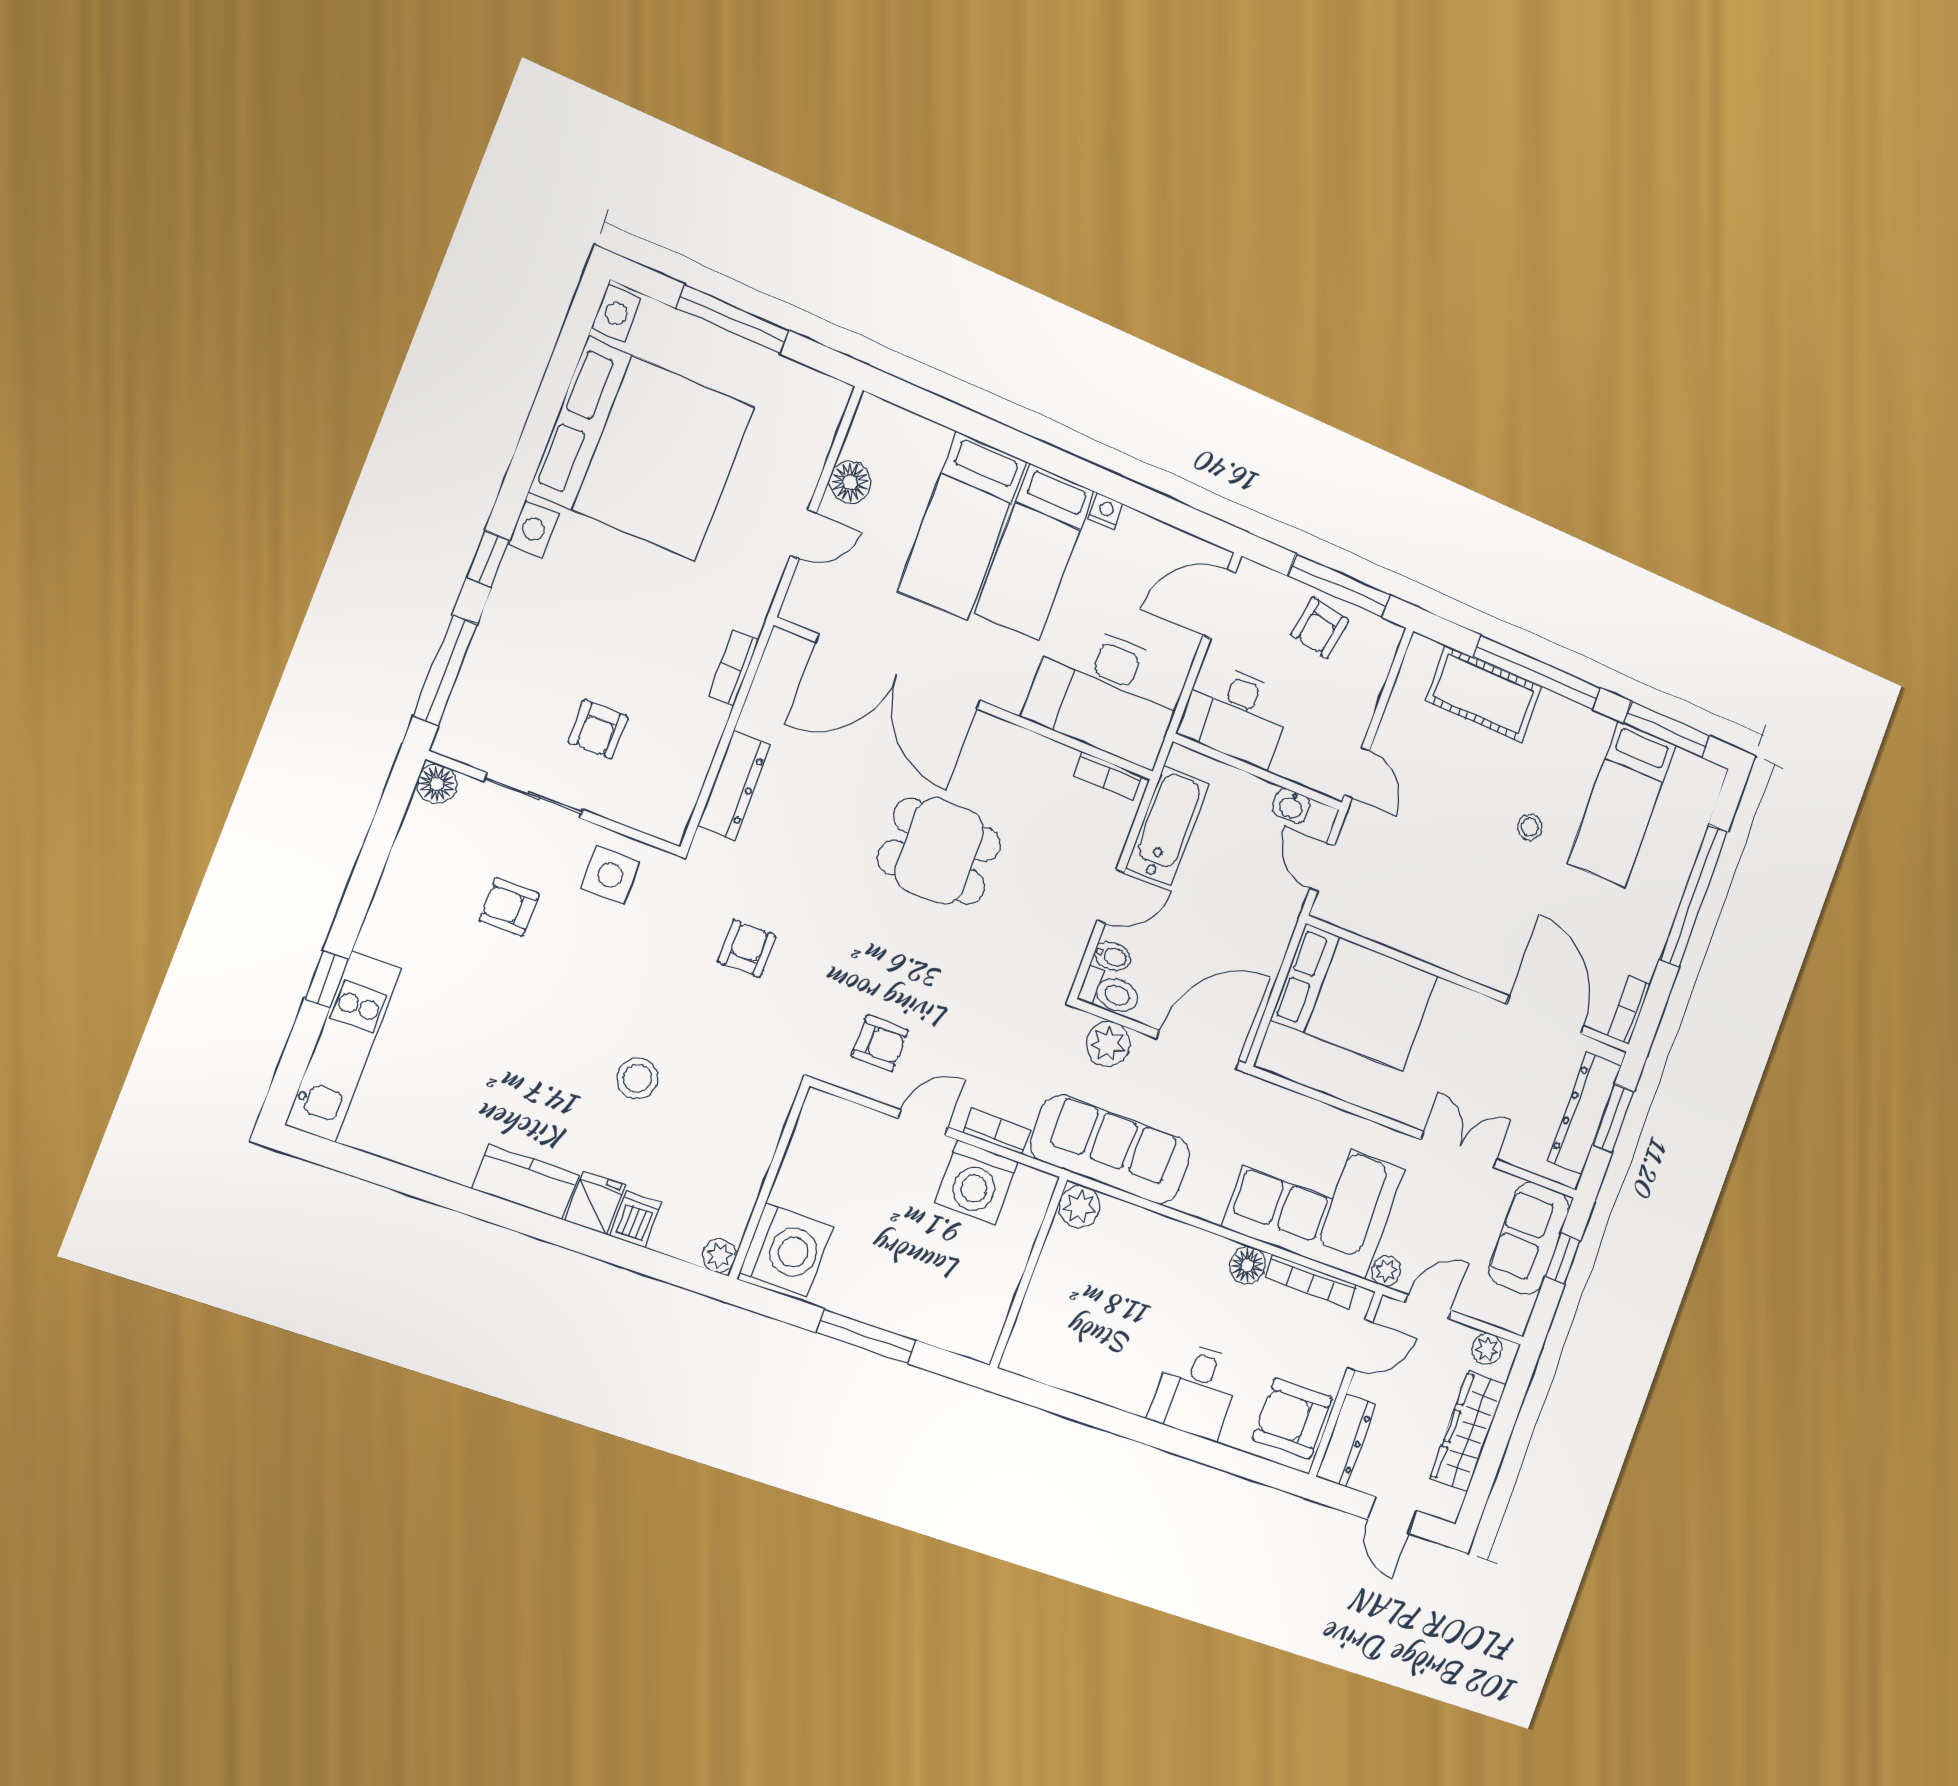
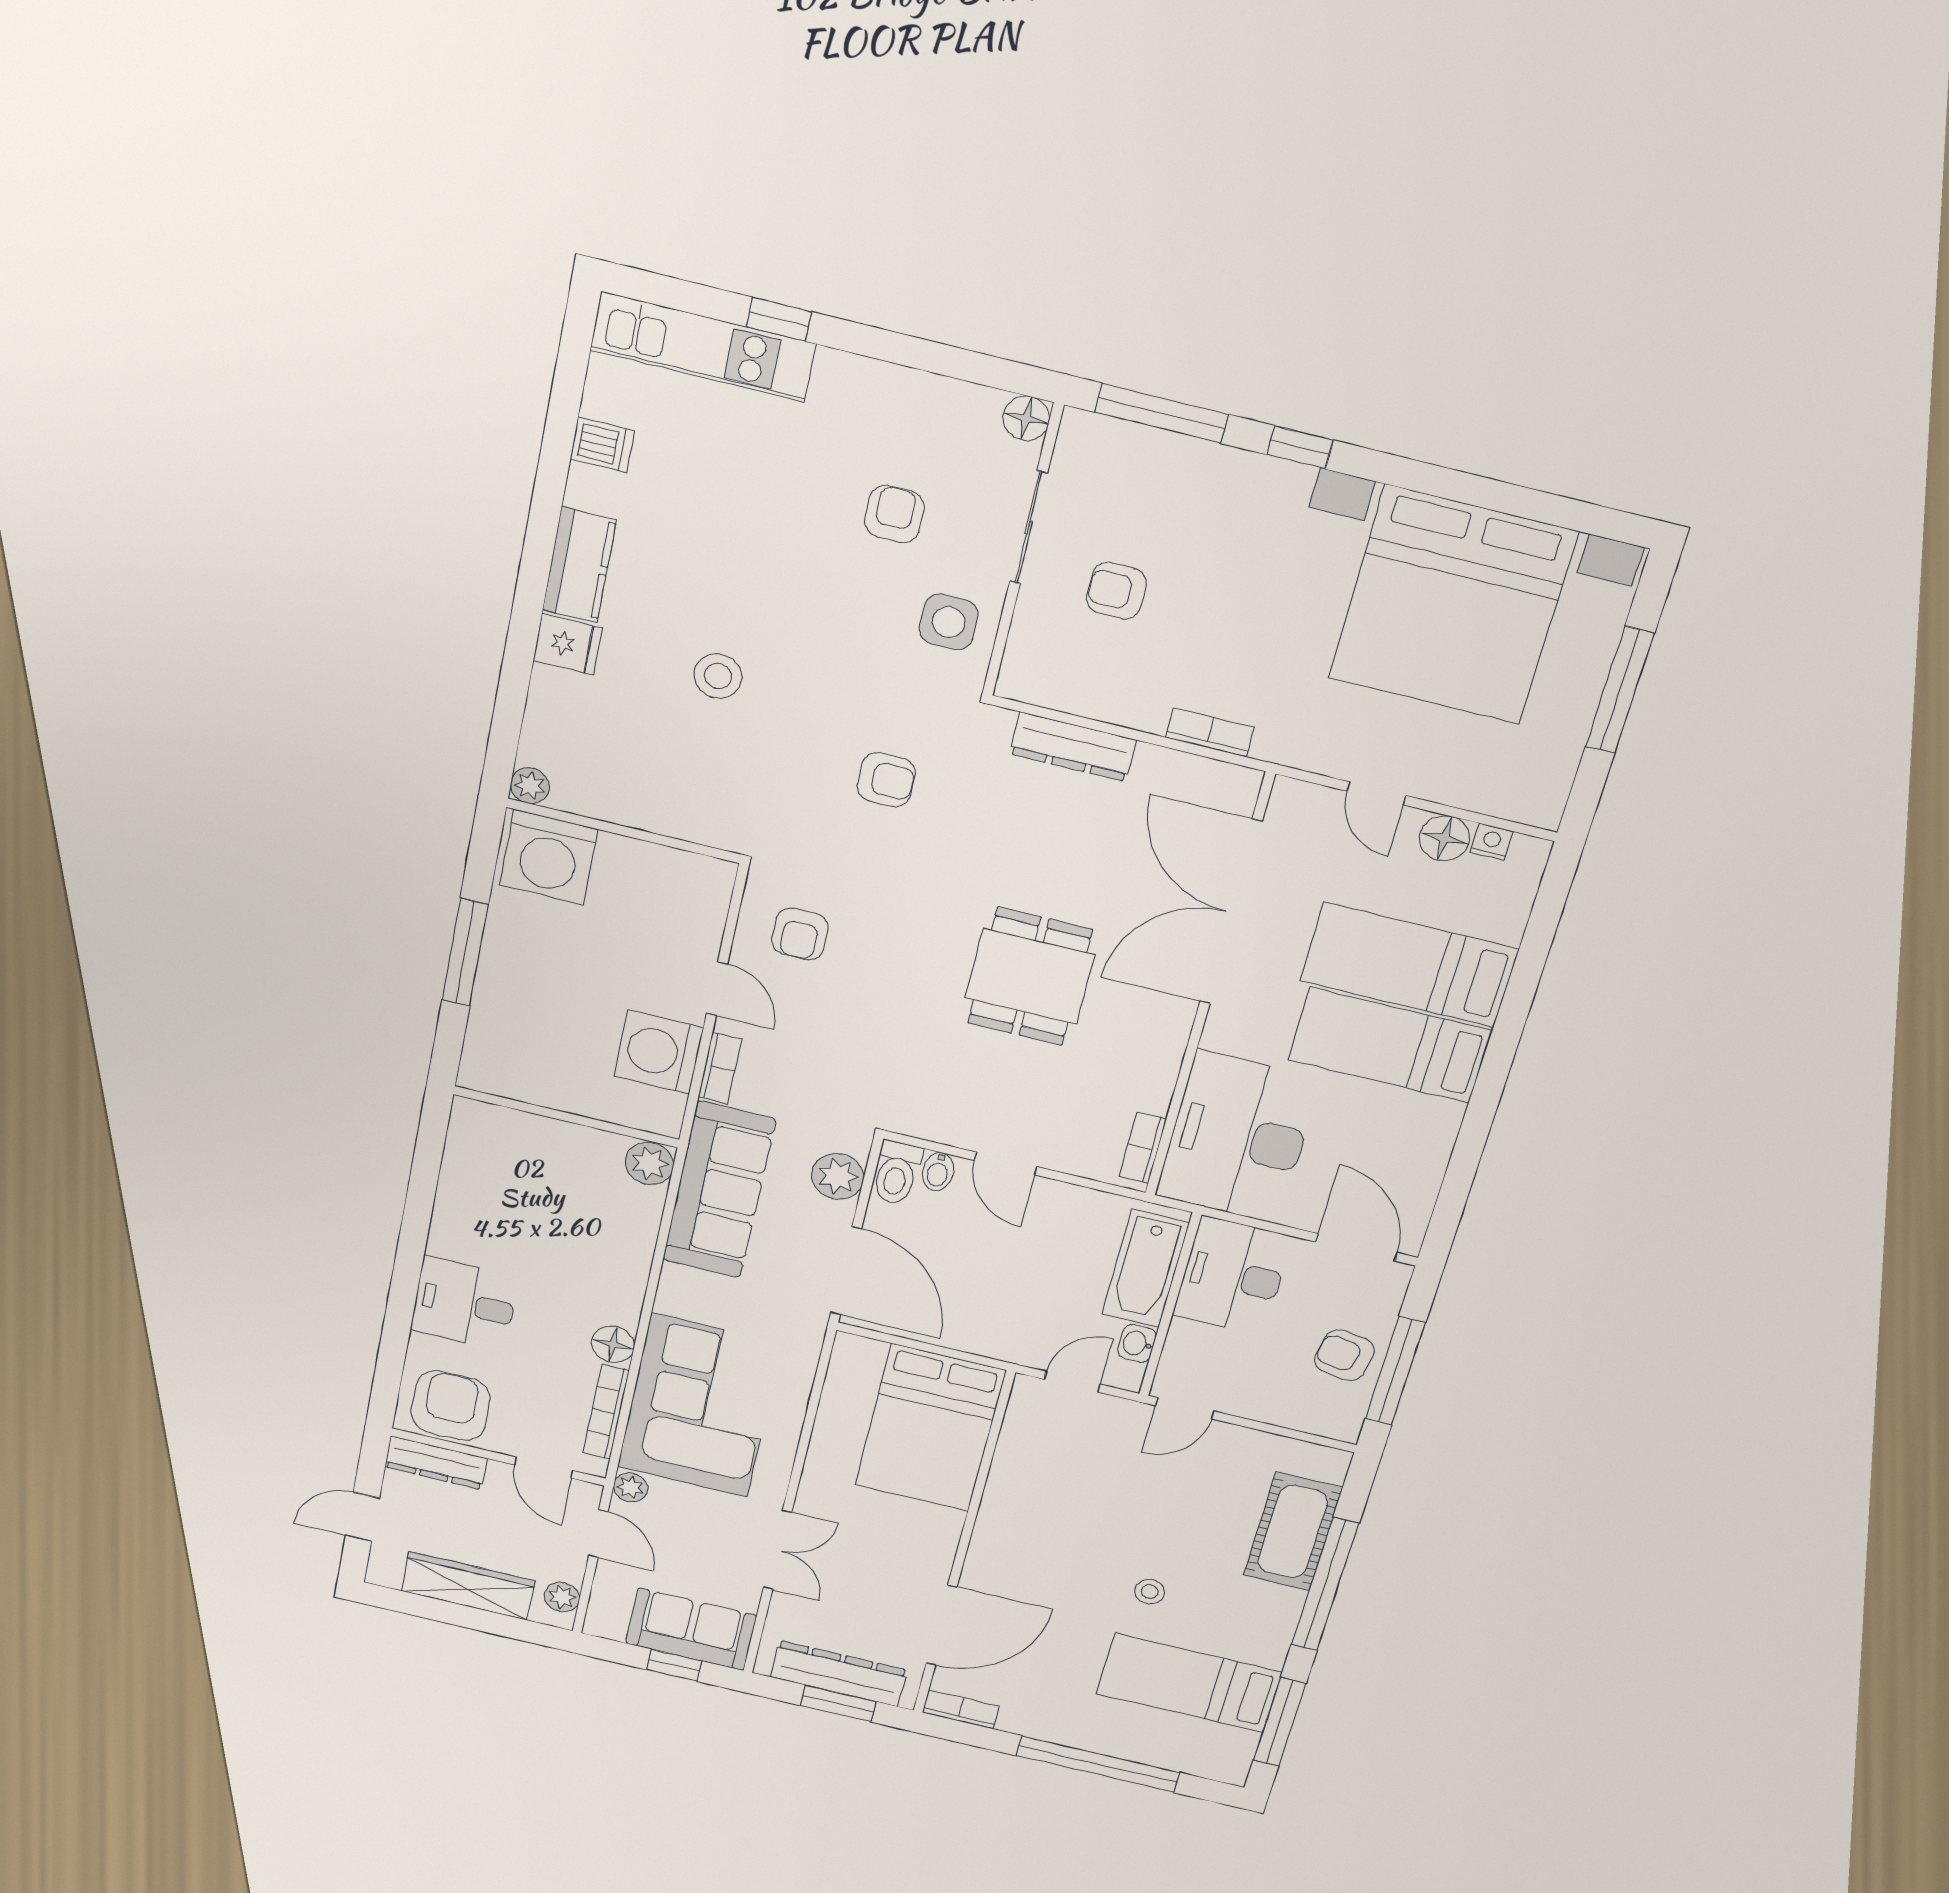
nightstand: (1106, 511) -> (1491, 842), moved, turned -90
bathtub: (1167, 826) -> (1145, 1269), moved, turned 90
dishwasher: (635, 1219) -> (602, 445), moved

